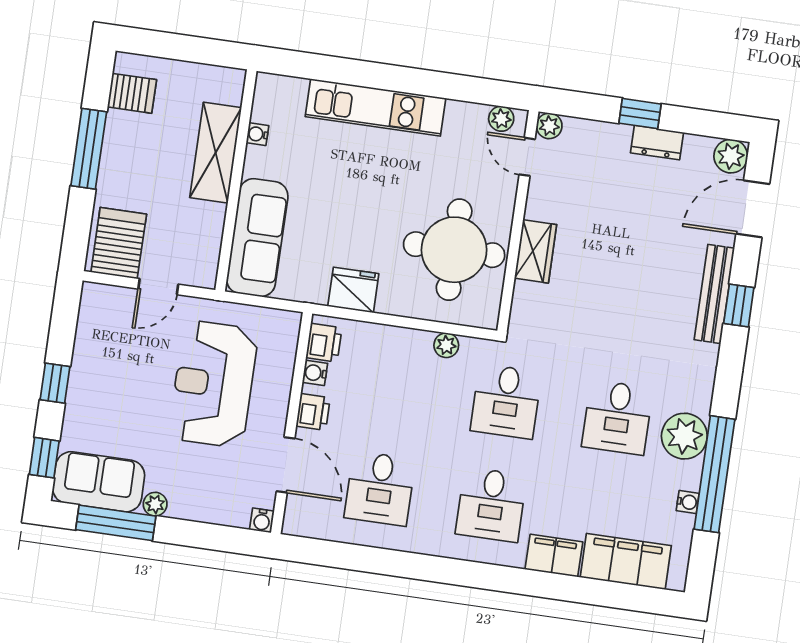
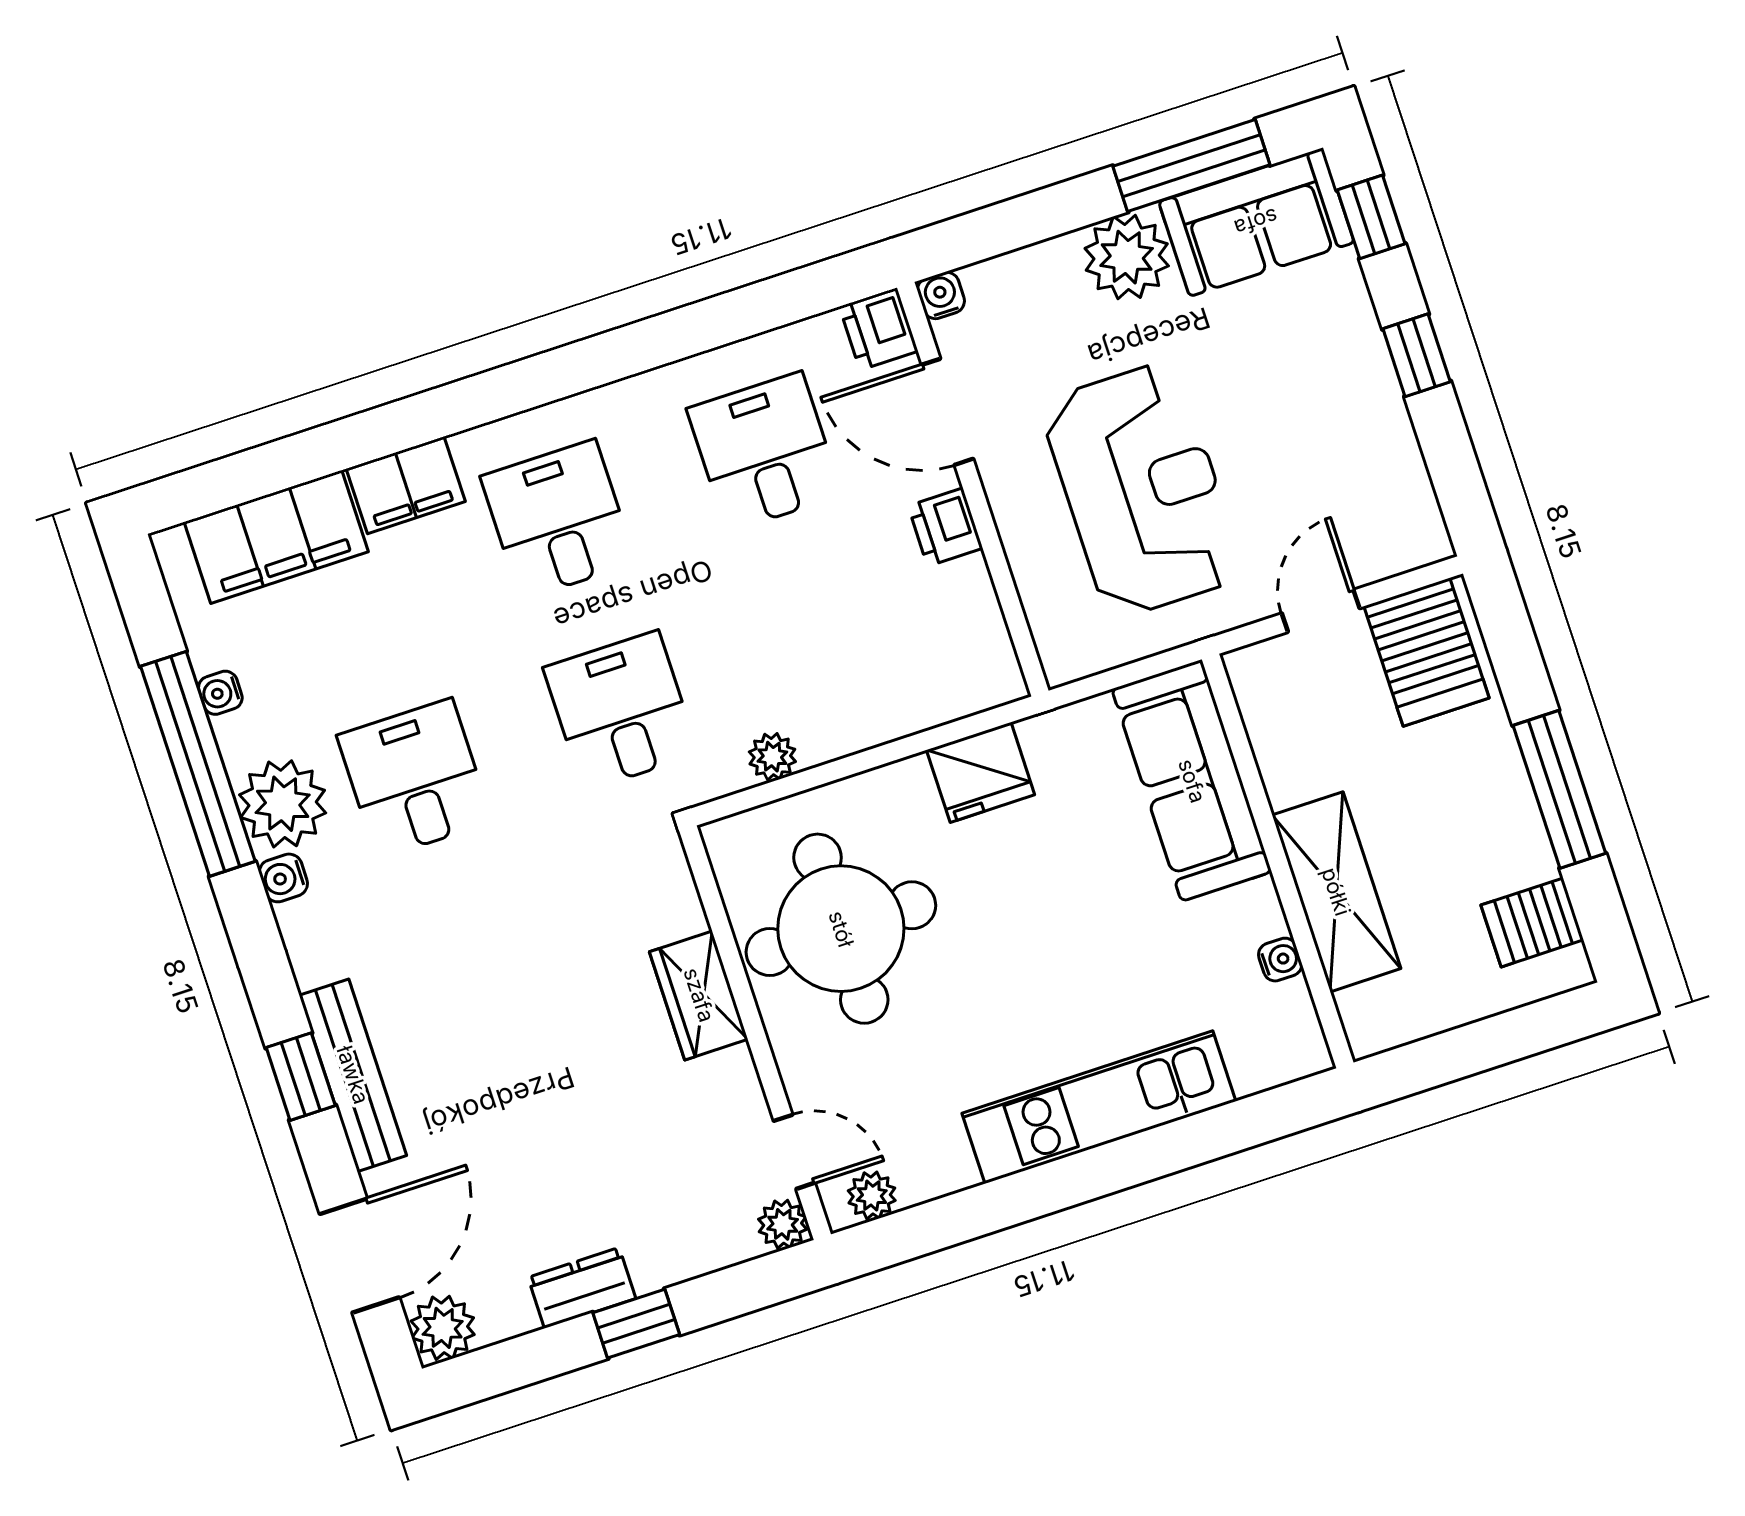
printer: (324, 343) -> (879, 329), moved
water cooler: (315, 373) -> (283, 878), moved, turned 180
plant: (155, 504) -> (1127, 257), width x1.88, depth x1.88

